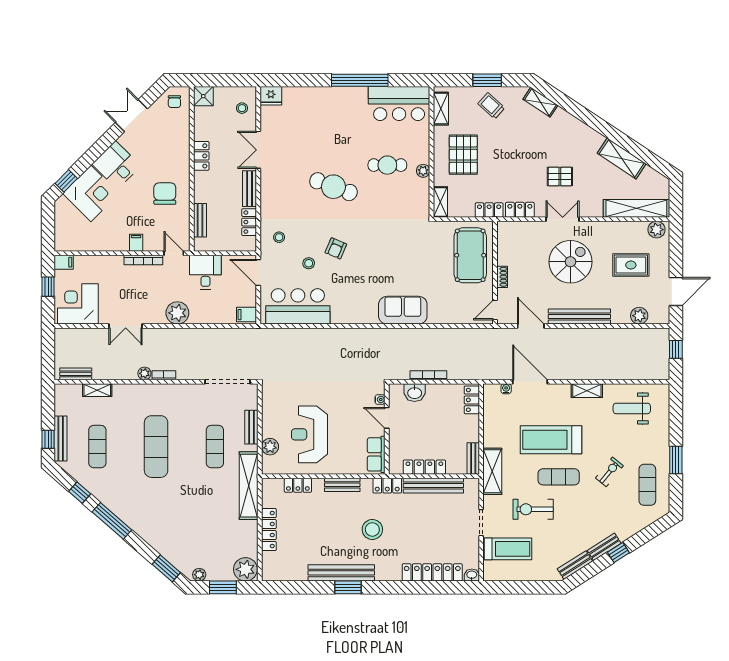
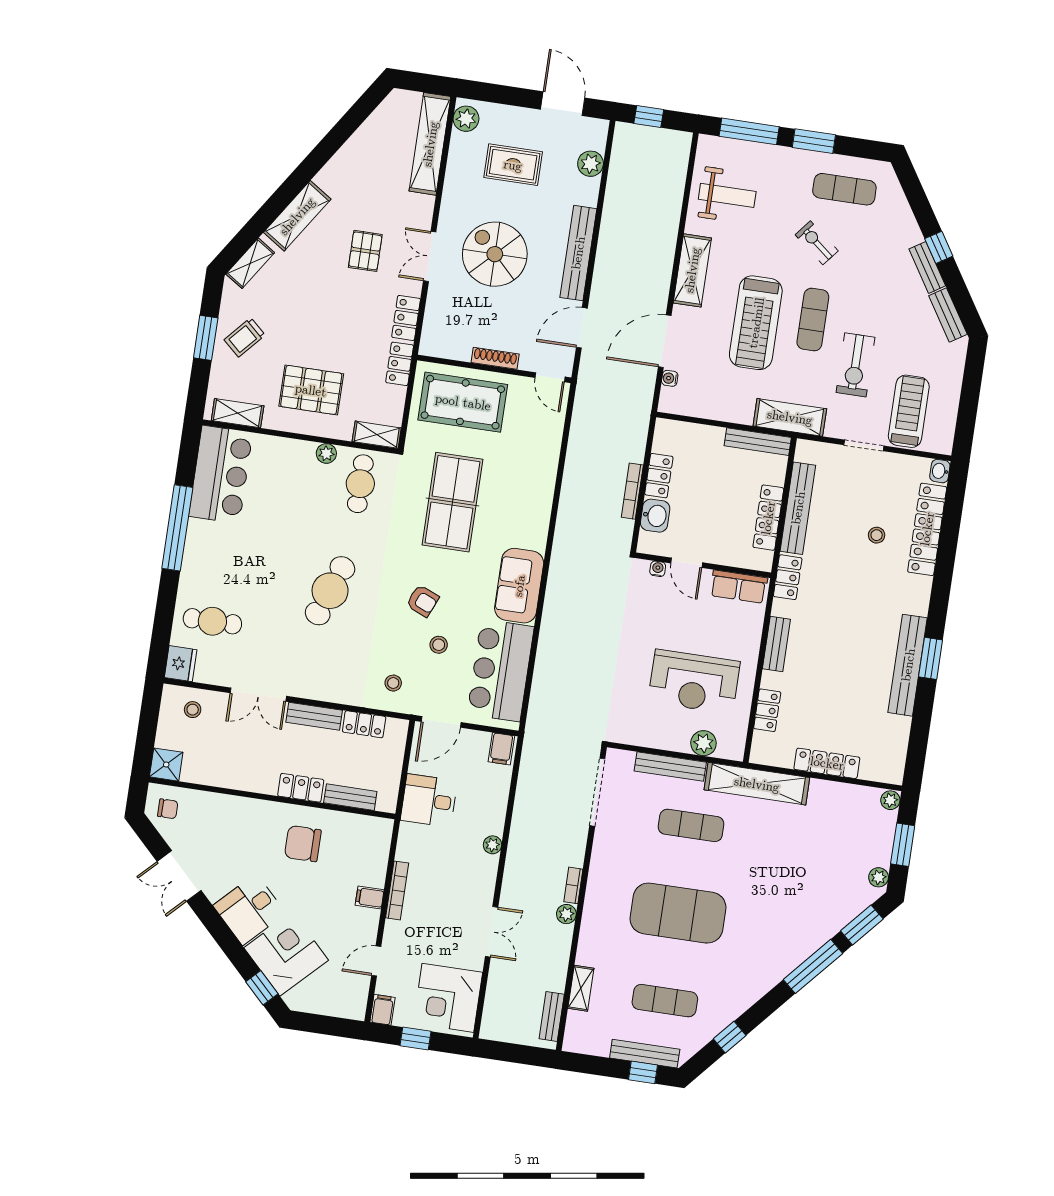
cafe table: (302, 112) -> (212, 621), added
locker: (201, 156) -> (301, 788), moved
shelving: (622, 159) -> (297, 216), moved
cafe table: (387, 165) -> (360, 484), moved
door: (174, 253) -> (376, 961), moved
table tennis table: (404, 258) -> (452, 502), added
rug: (631, 265) -> (513, 165), turned 90
shoe rack: (502, 277) -> (495, 358), width x1.43
sofa: (403, 310) -> (519, 586), moved
plant: (177, 313) -> (492, 845), width x0.53, depth x0.53
shelving: (587, 391) -> (692, 270), width x1.50, depth x1.33
locker: (472, 400) -> (659, 476), moved, turned -90
weight bench: (632, 408) -> (727, 195), turned -90
window: (676, 417) -> (749, 131), added
door: (387, 418) -> (687, 563), hinge flipped
bench: (251, 427) -> (670, 767), width x1.36
exercise mat: (156, 447) -> (678, 913), width x1.47
bench: (473, 458) -> (758, 442), width x1.36
window: (112, 521) -> (813, 966), moved
stool: (372, 529) -> (877, 535), moved, width x0.53, depth x0.53
plant: (245, 569) -> (890, 800), width x0.53, depth x0.53

